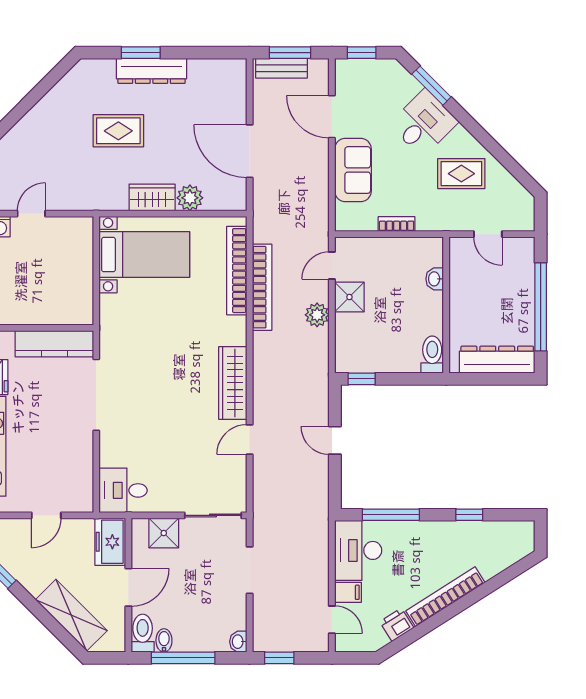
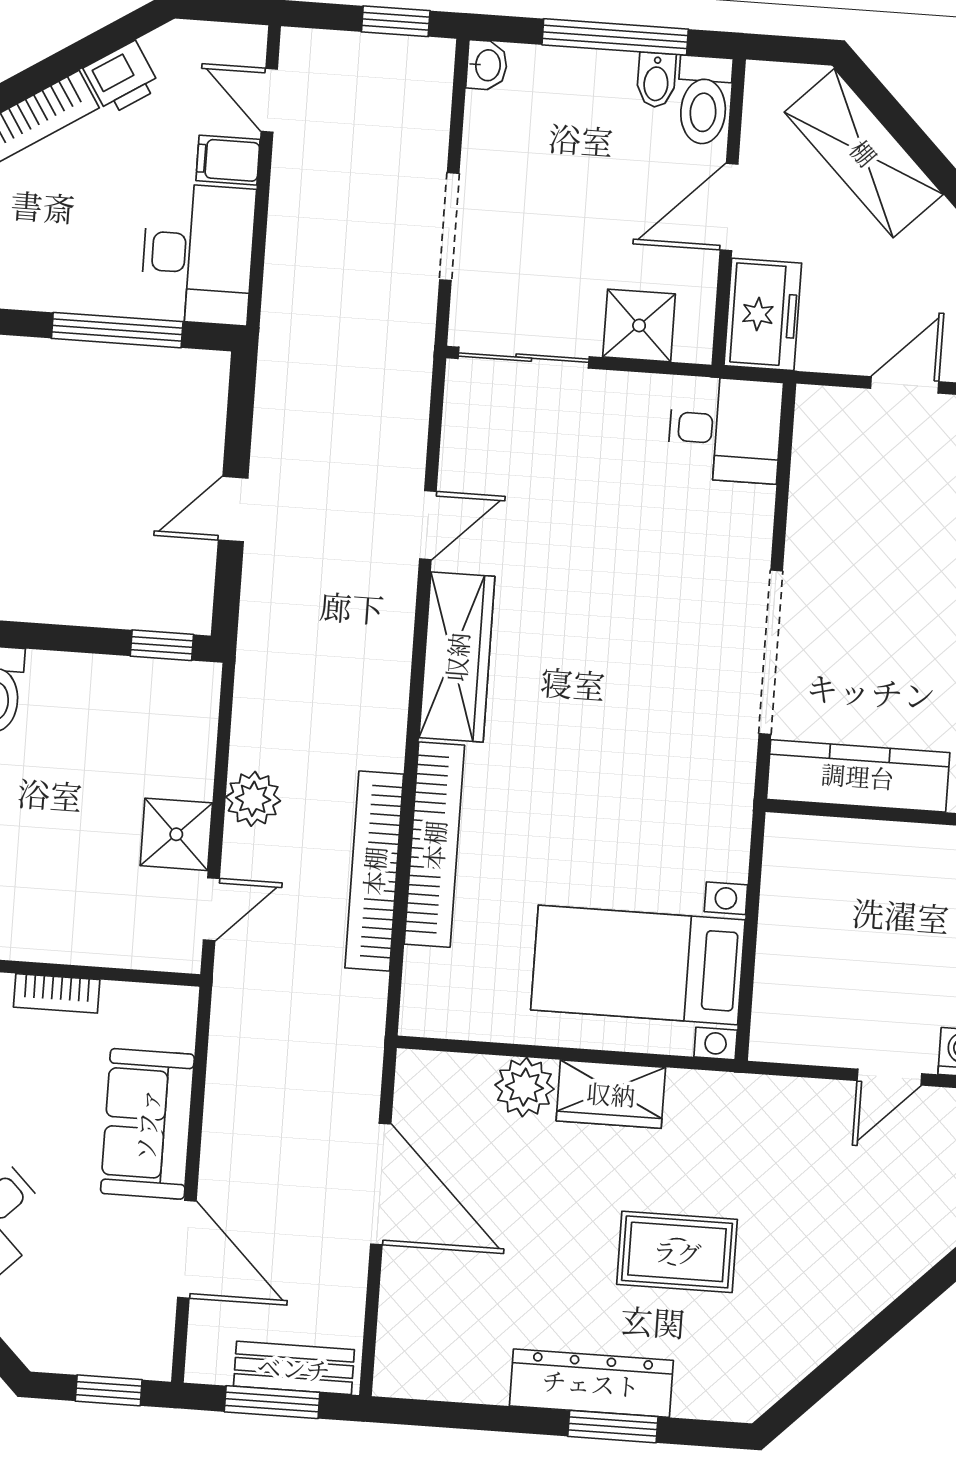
bookcase: (237, 271) -> (434, 845), moved
door: (335, 440) -> (233, 509), swing flipped

